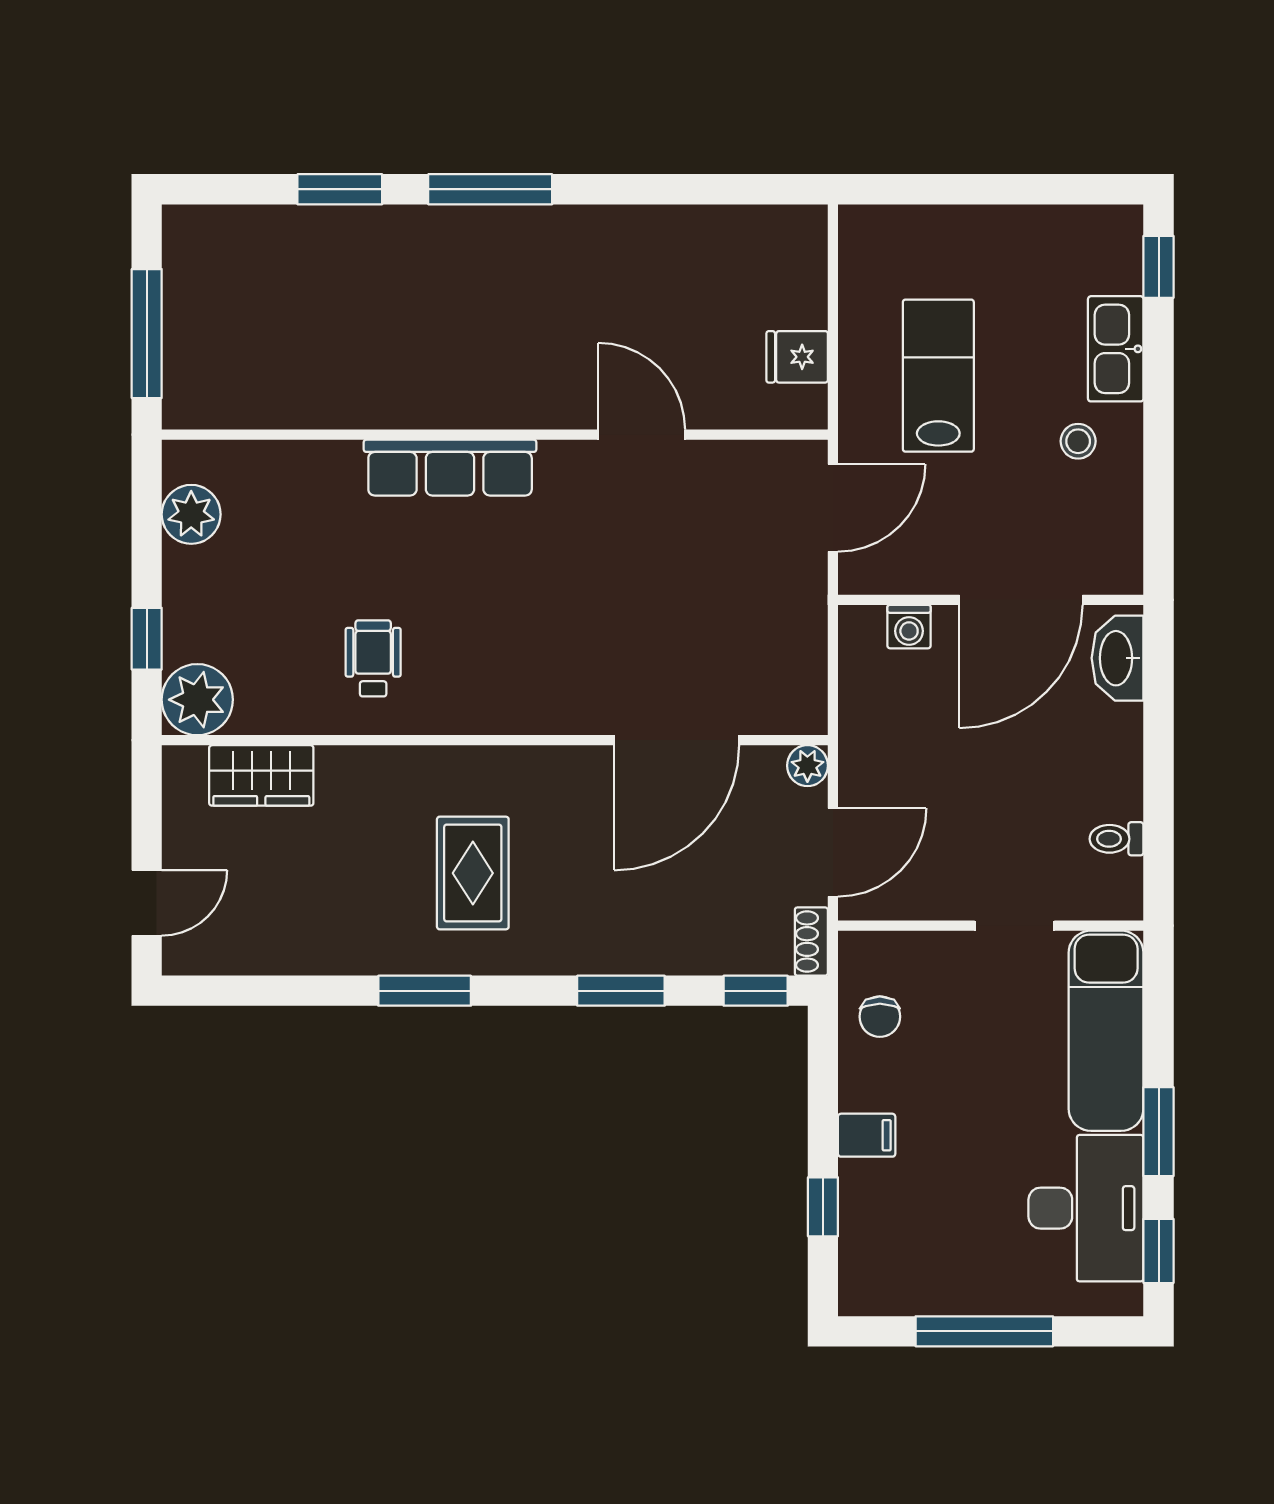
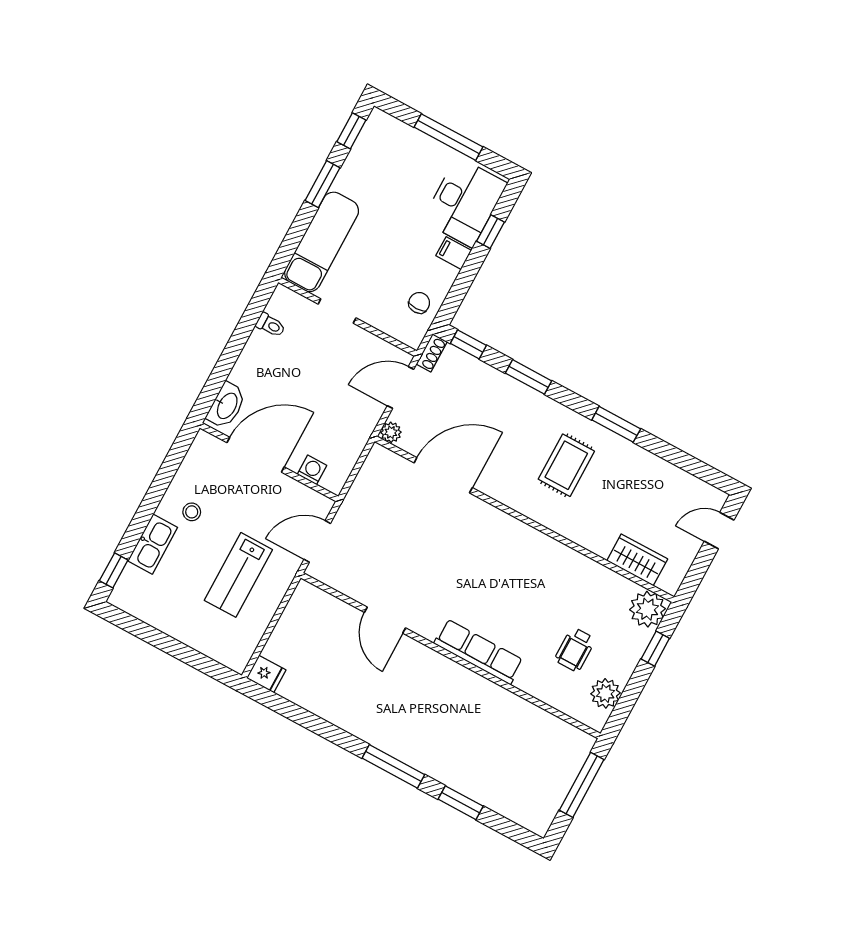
fridge: (797, 357) -> (266, 674), moved
wheelchair: (373, 658) -> (575, 650), moved
desk: (1086, 1208) -> (465, 202), moved, turned 180

